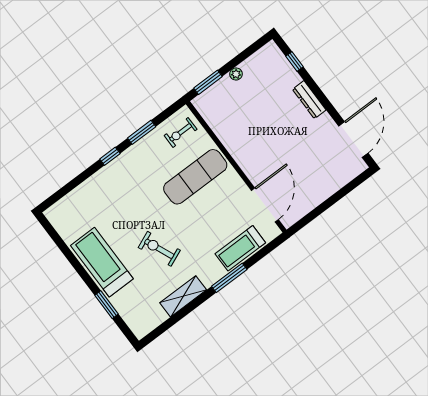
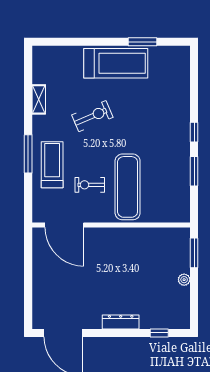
exercise bike: (181, 132) -> (90, 185), moved, turned -90
treadmill: (240, 248) -> (52, 165), moved
shelving: (183, 296) -> (39, 99), width x0.67, depth x0.75
window: (106, 305) -> (143, 42), moved

